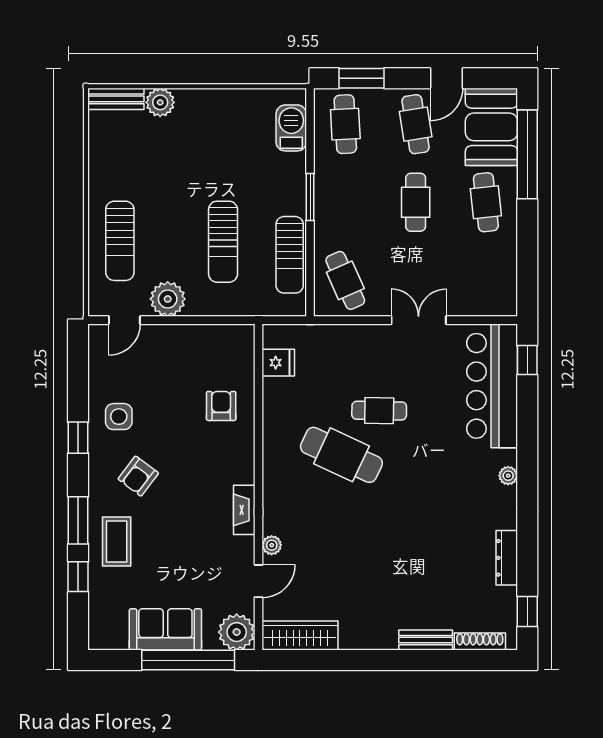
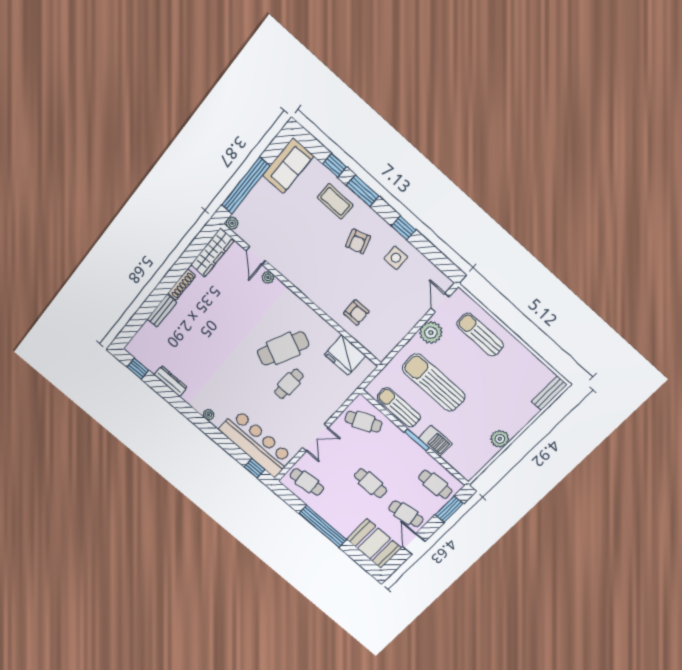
plant: (160, 102) -> (500, 439), moved
barbecue: (291, 128) -> (435, 441), moved
window: (527, 154) -> (323, 526), moved
cafe table: (486, 202) -> (307, 482), moved
sun lounger: (223, 242) -> (434, 383), width x1.36, depth x1.34
fridge: (278, 363) -> (345, 355), width x1.88, depth x1.34
armchair: (138, 476) -> (358, 241), turned -145
fireplace: (244, 510) -> (296, 279), removed
sofa: (165, 629) -> (288, 166), moved
plant: (237, 632) -> (232, 223), width x0.53, depth x0.53
shoe rack: (480, 642) -> (182, 285), moved

